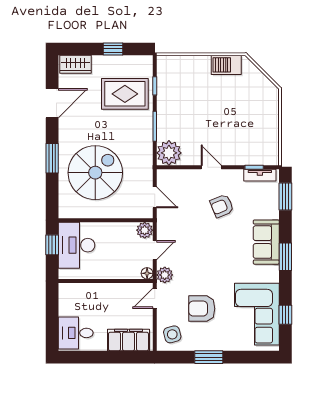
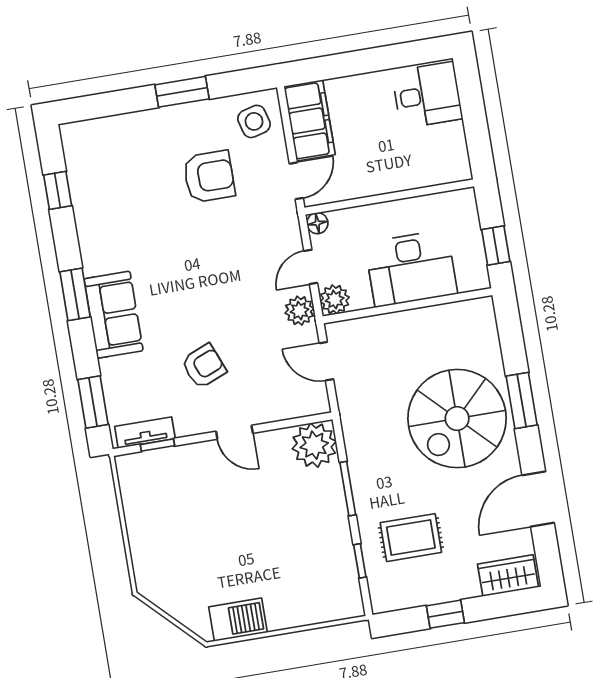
rug: (125, 94) -> (411, 538), width x0.73, depth x0.70
spiral stairs: (95, 173) -> (457, 419), moved
desk: (76, 245) -> (411, 268), moved, turned 90
plant: (165, 275) -> (300, 311), moved
corner sofa: (257, 314) -> (109, 183), removed
filing cabinet: (128, 340) -> (310, 120), moved, turned -90

